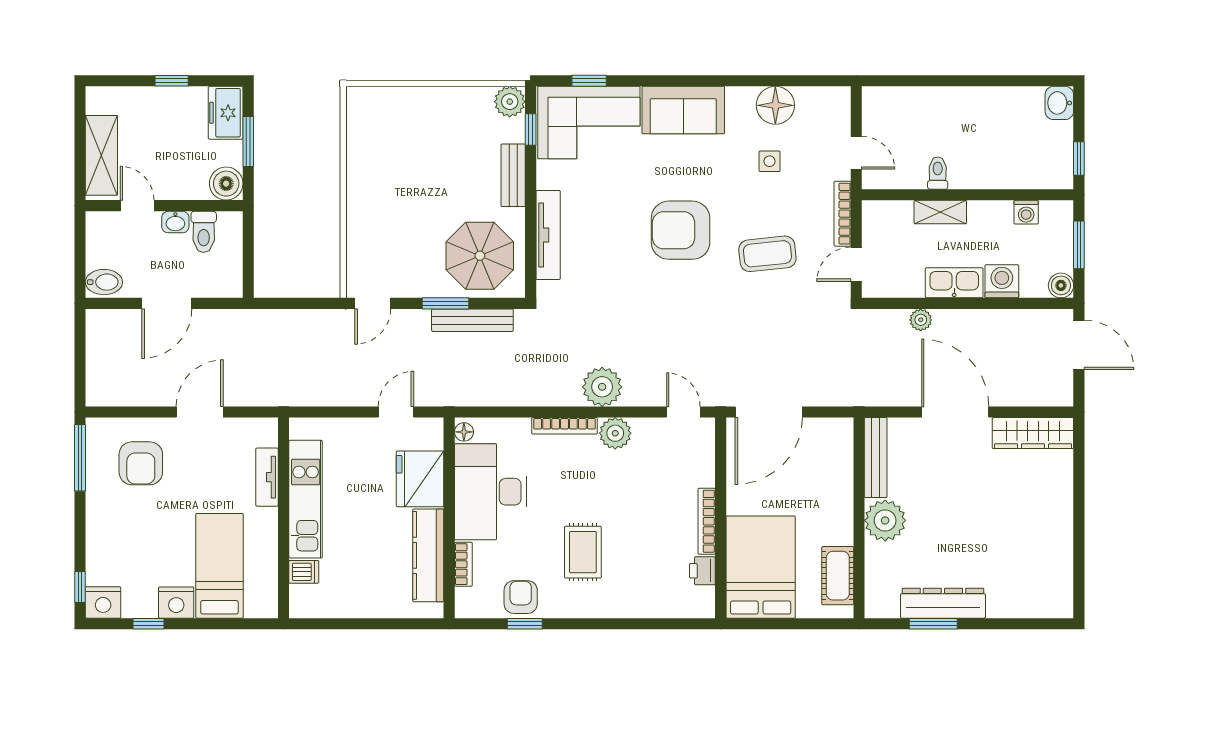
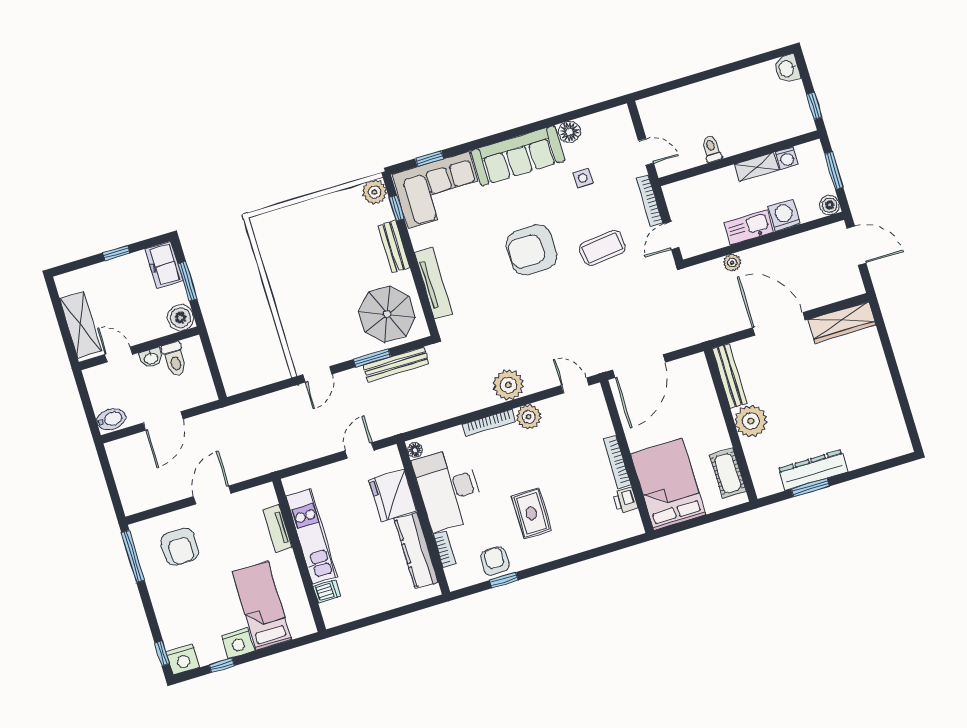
floor lamp: (775, 105) -> (570, 132), width x0.73, depth x0.73
sofa: (683, 110) -> (518, 156), width x1.36
shelving: (940, 212) -> (757, 167), moved

